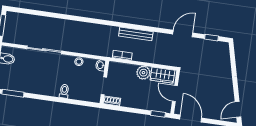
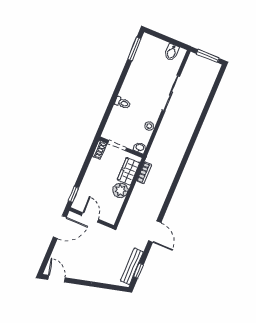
door: (183, 33) -> (155, 232), moved
bench: (136, 34) -> (132, 266), moved
wardrobe: (163, 75) -> (129, 171), moved
door: (175, 94) -> (90, 217), hinge flipped

